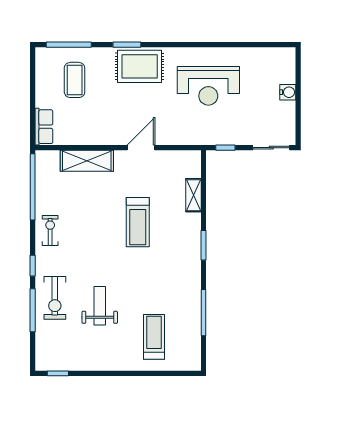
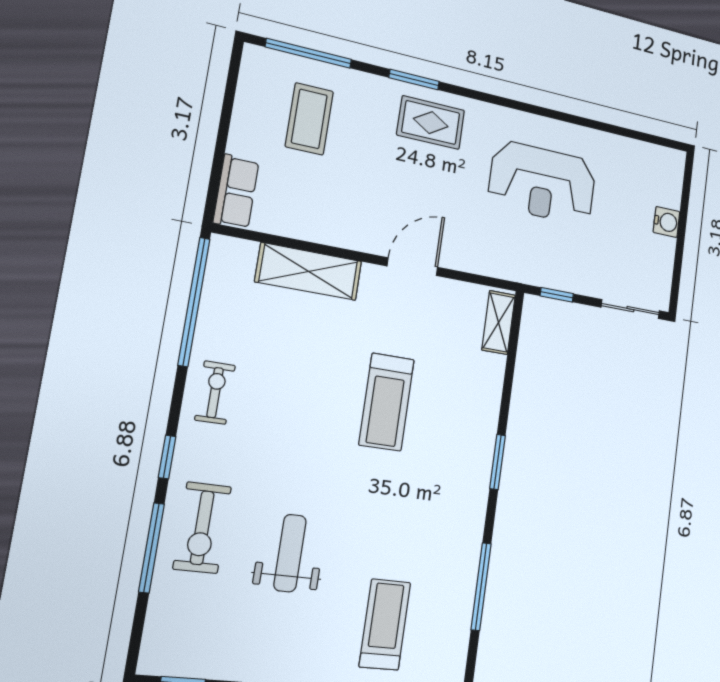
rug: (140, 66) -> (431, 123), width x0.73, depth x0.70
shelving: (193, 195) -> (499, 322), moved

